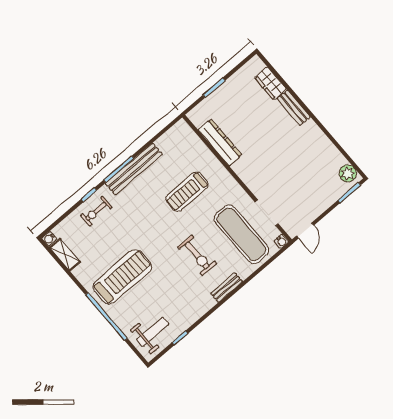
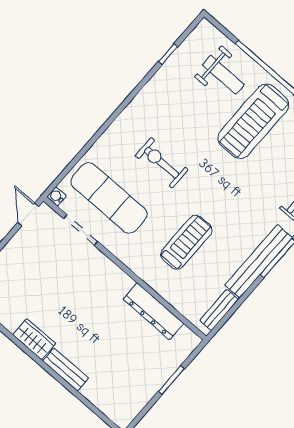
wardrobe: (270, 83) -> (34, 339), moved
bench: (227, 287) -> (219, 310), moved
weight bench: (153, 332) -> (223, 75), moved, turned -90

